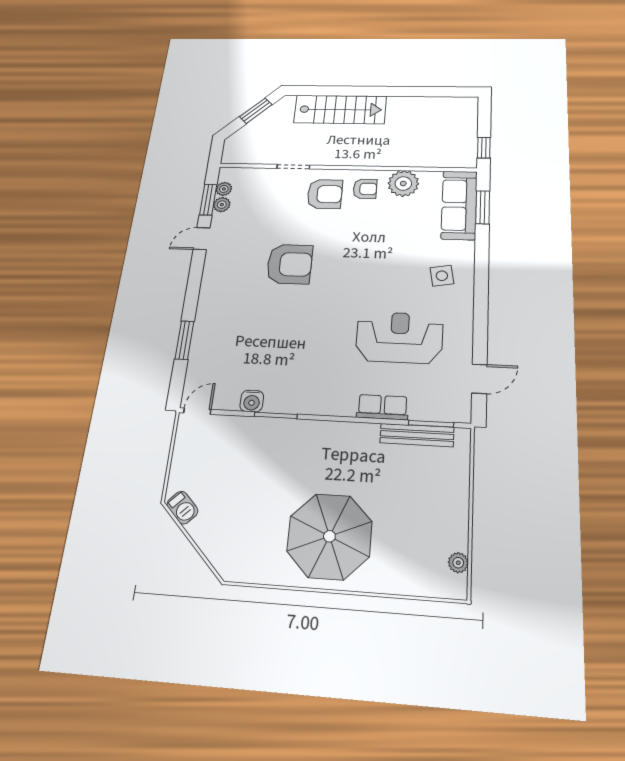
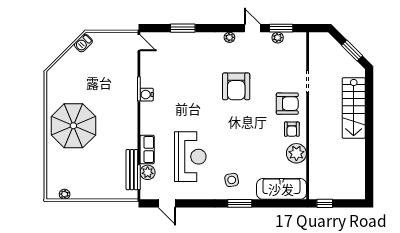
plant: (224, 189) -> (229, 37), moved
armchair: (325, 194) -> (287, 104), turned -90
window: (483, 207) -> (240, 203), moved
water cooler: (252, 401) -> (147, 95), moved
plant: (423, 408) -> (148, 172), added

